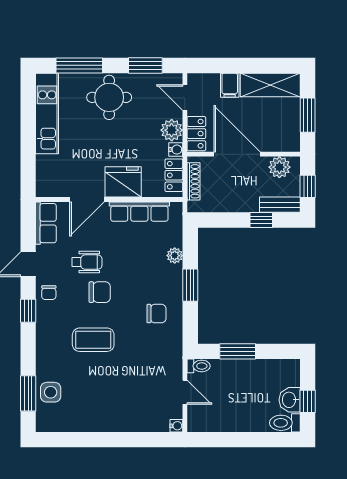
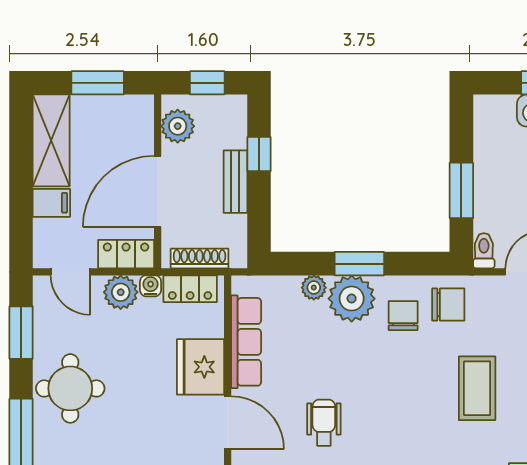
door: (185, 98) -> (70, 272), hinge flipped
bench: (280, 205) -> (235, 182), moved
plant: (168, 280) -> (352, 299), added
chair: (100, 292) -> (448, 305), moved, turned 90
coffee table: (93, 340) -> (477, 388), moved

